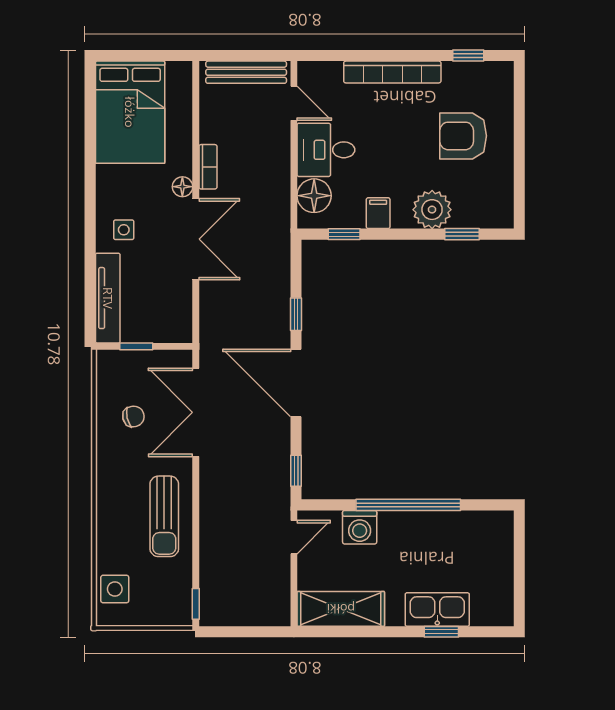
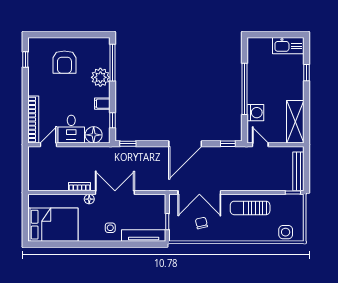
bench: (246, 72) -> (298, 171), moved
bookcase: (392, 72) -> (33, 119), moved
window: (462, 234) -> (112, 63), width x2.17
window: (296, 314) -> (128, 144), moved
sun lounger: (164, 516) -> (250, 208), turned 180
kitchen sink: (437, 609) -> (288, 46), moved, turned -90

